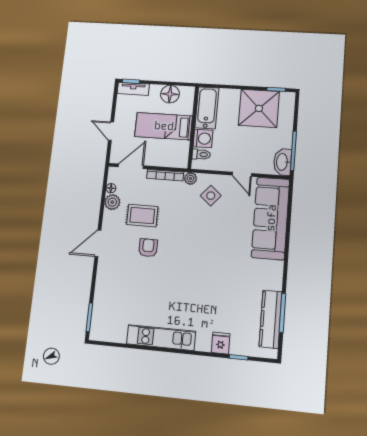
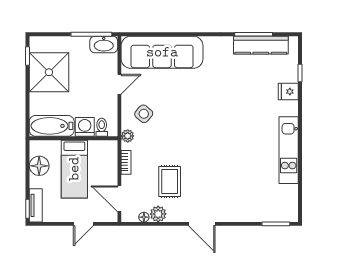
bookcase: (165, 175) -> (126, 162), width x0.64
armchair: (148, 248) -> (202, 172), removed

